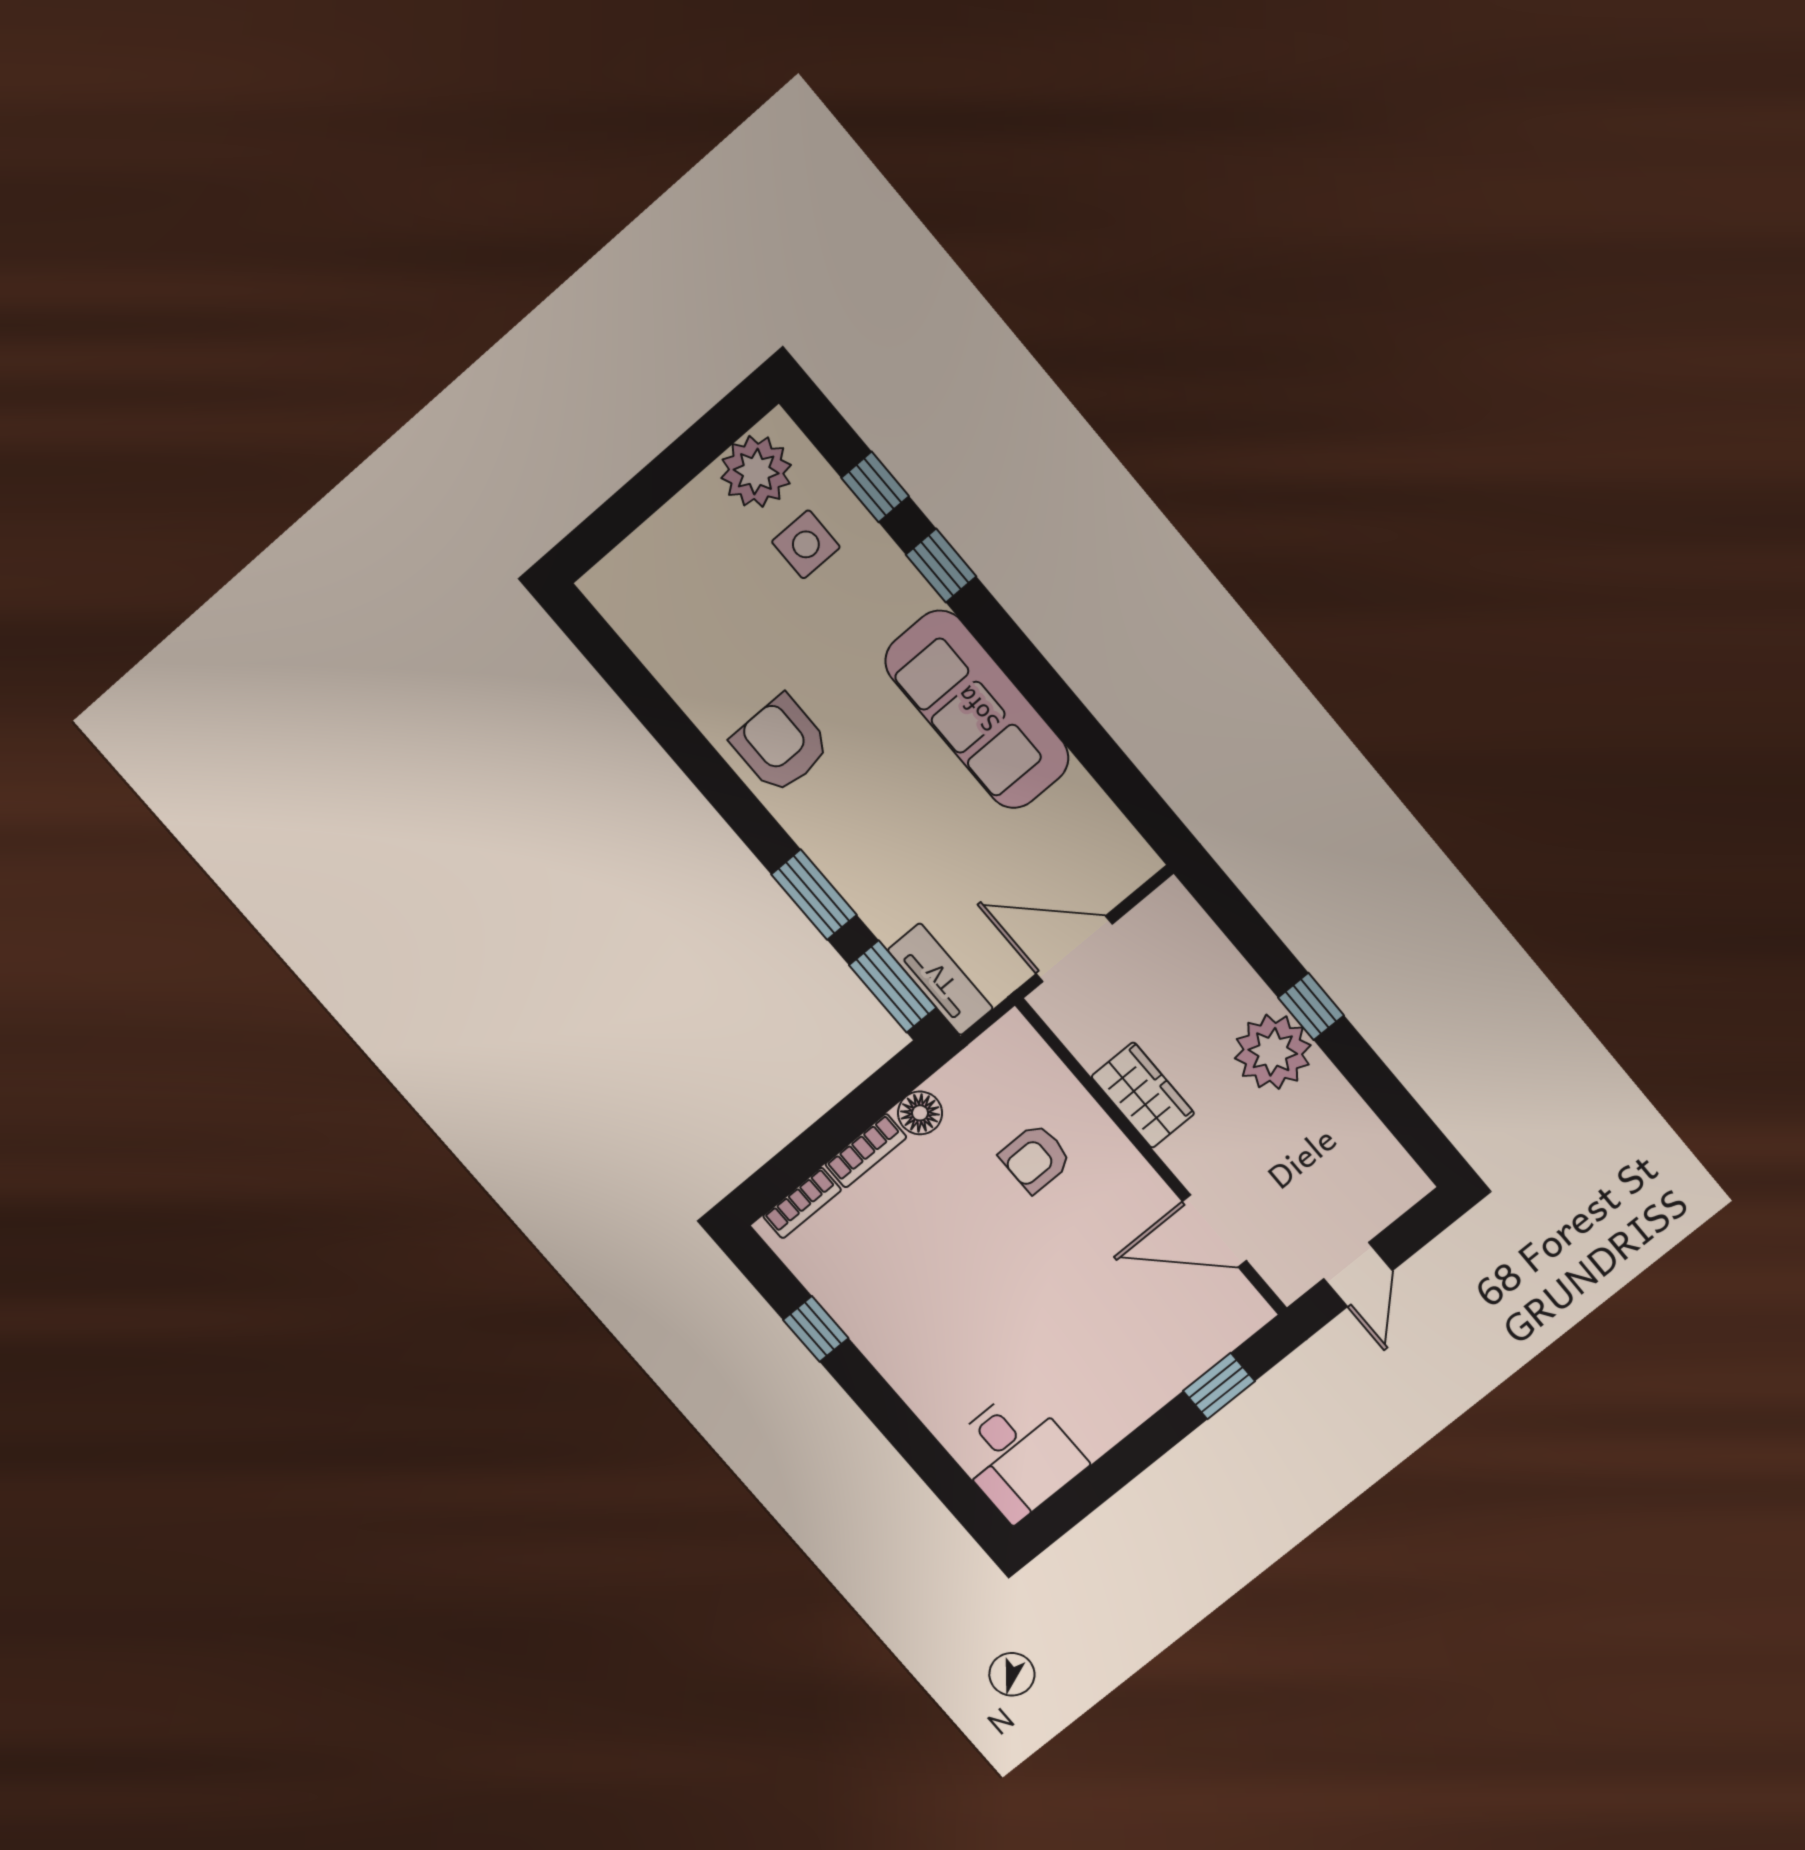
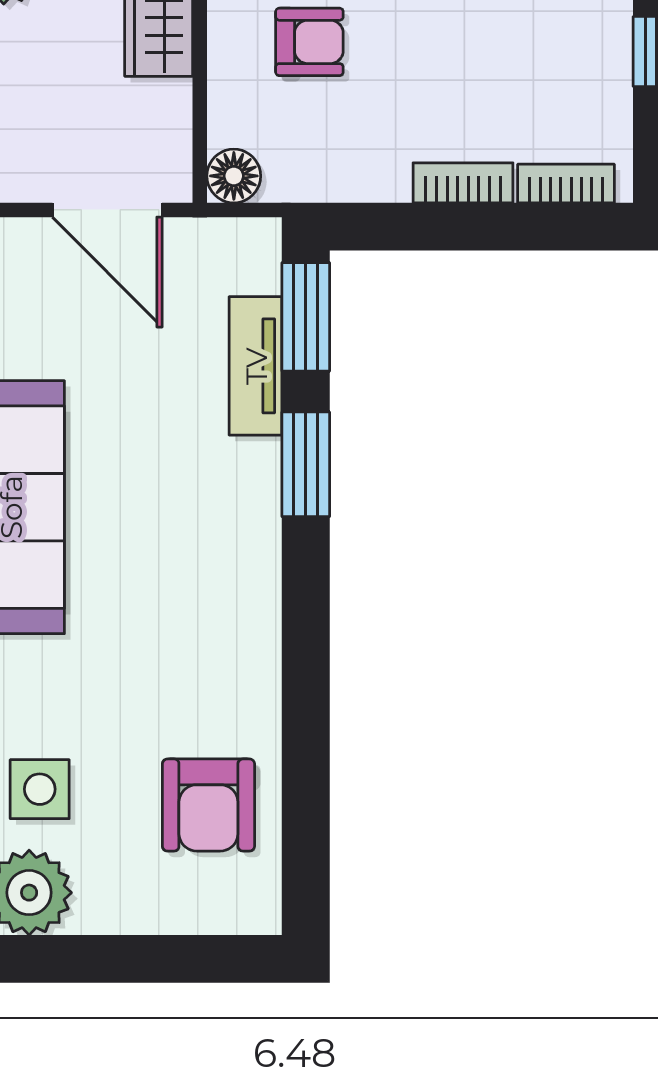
armchair: (781, 744) -> (208, 805), moved
tv unit: (940, 979) -> (256, 366), moved
floor lamp: (920, 1113) -> (234, 176), moved

